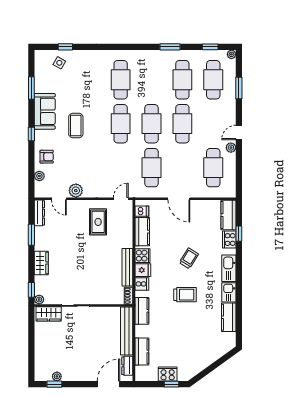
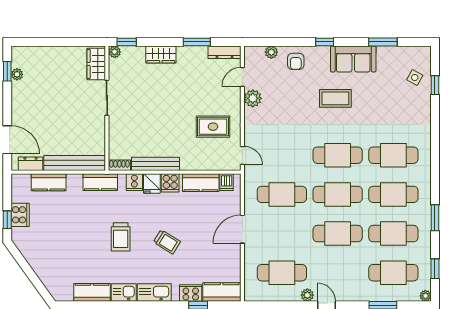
cafe table: (152, 80) -> (393, 194), added

